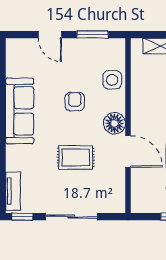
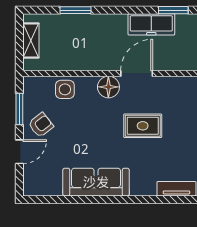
armchair: (75, 102) -> (41, 125), moved, turned 142
rug: (76, 157) -> (143, 126), turned 90

